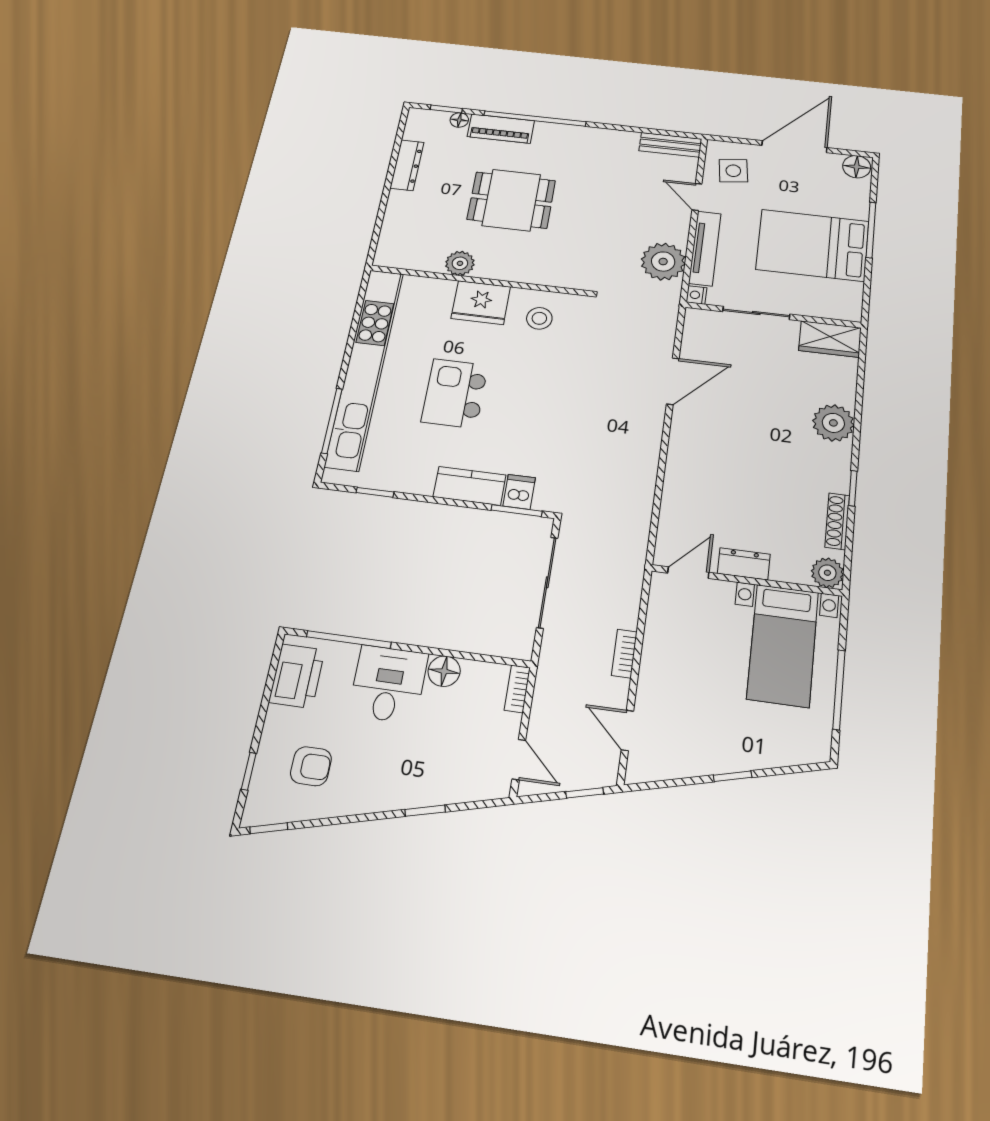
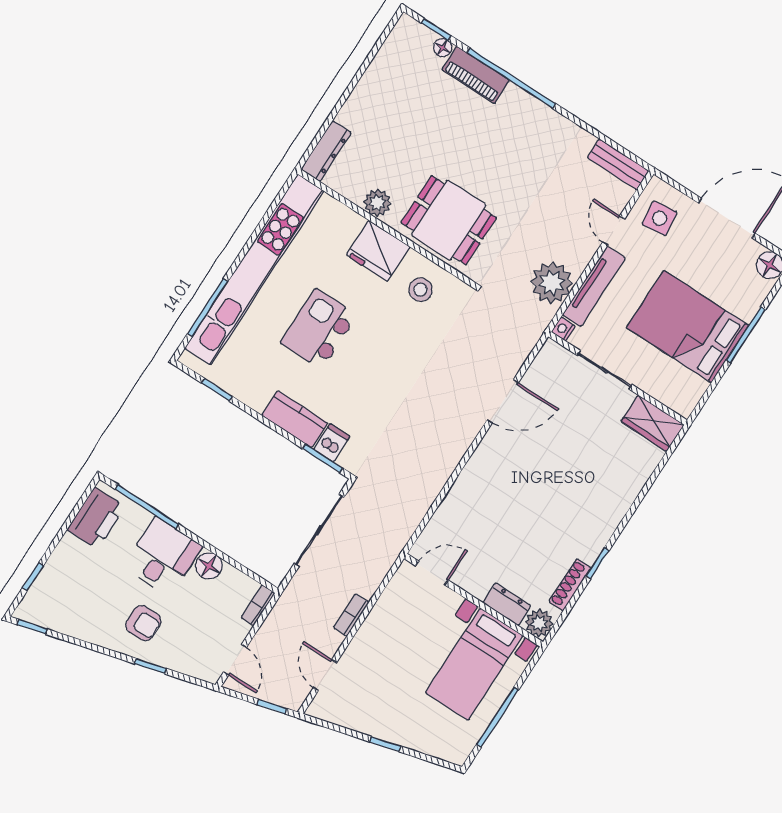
dresser: (407, 165) -> (326, 151), moved
dining table: (511, 200) -> (449, 220), moved
plant: (833, 423) -> (613, 500), removed
dresser: (744, 564) -> (507, 604), moved
armchair: (311, 766) -> (143, 623), moved

